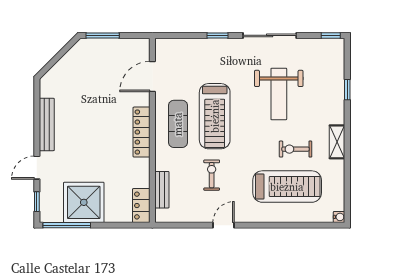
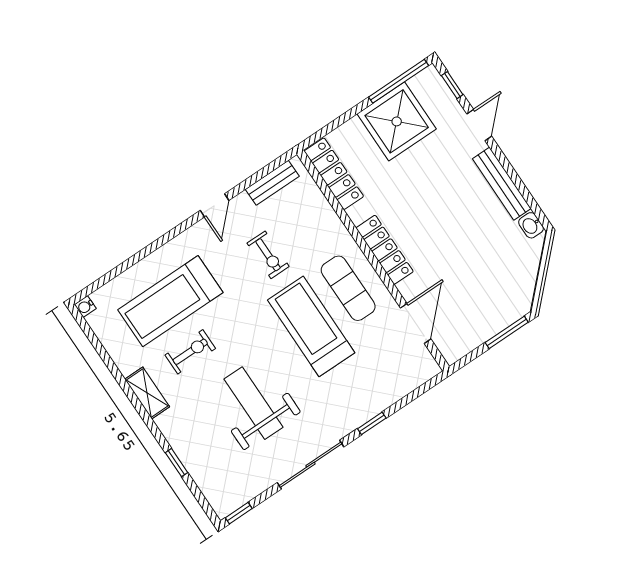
washbasin: (46, 89) -> (531, 225), added
bench: (162, 190) -> (272, 183), moved, turned 90
locker: (141, 206) -> (334, 174), width x1.53

